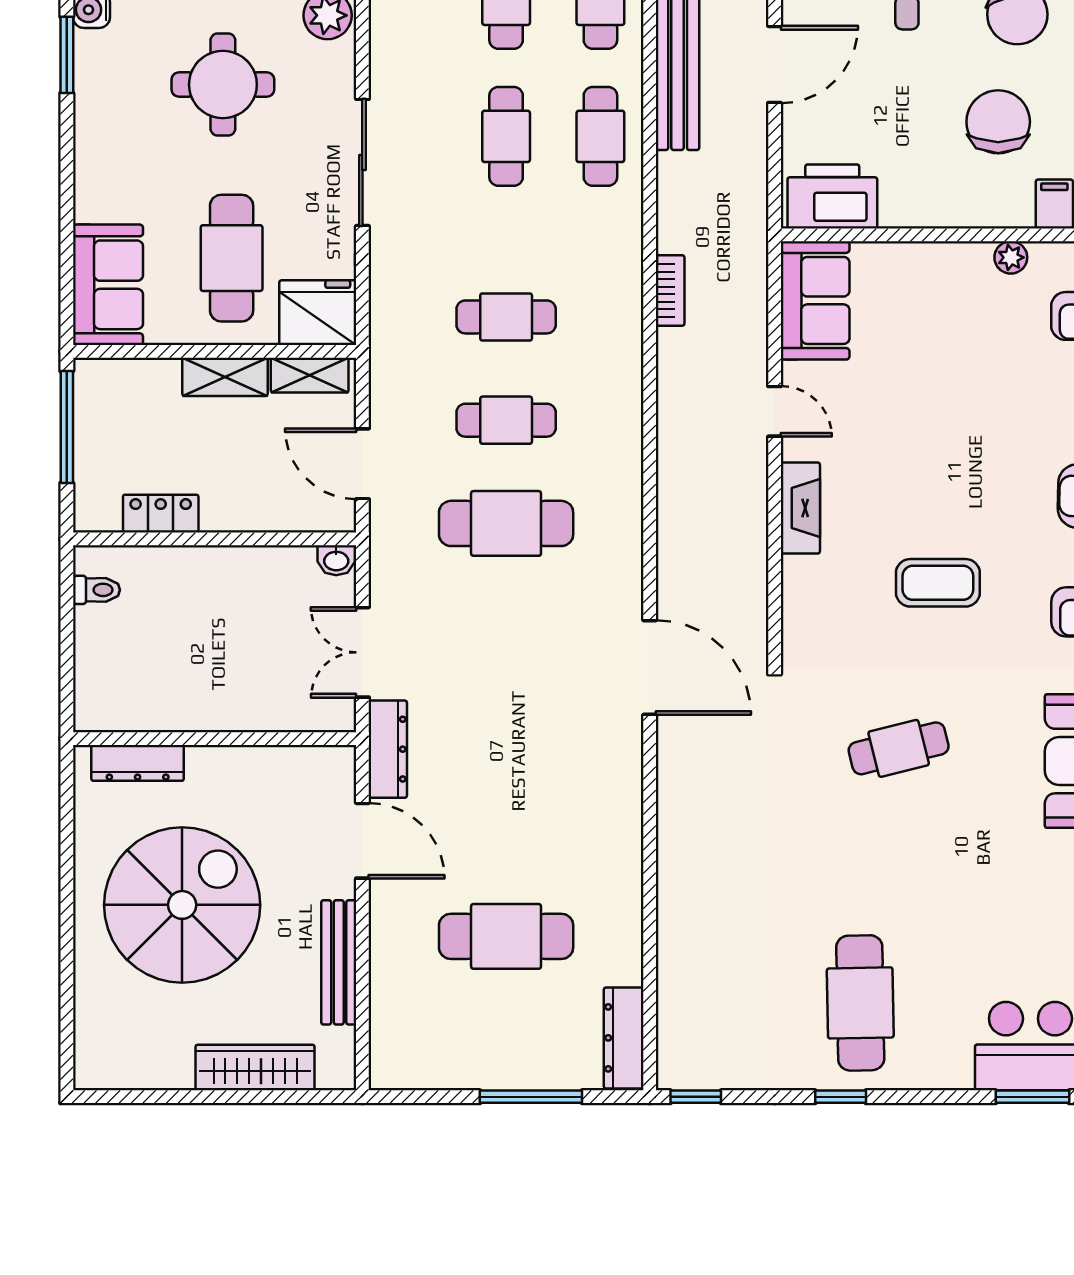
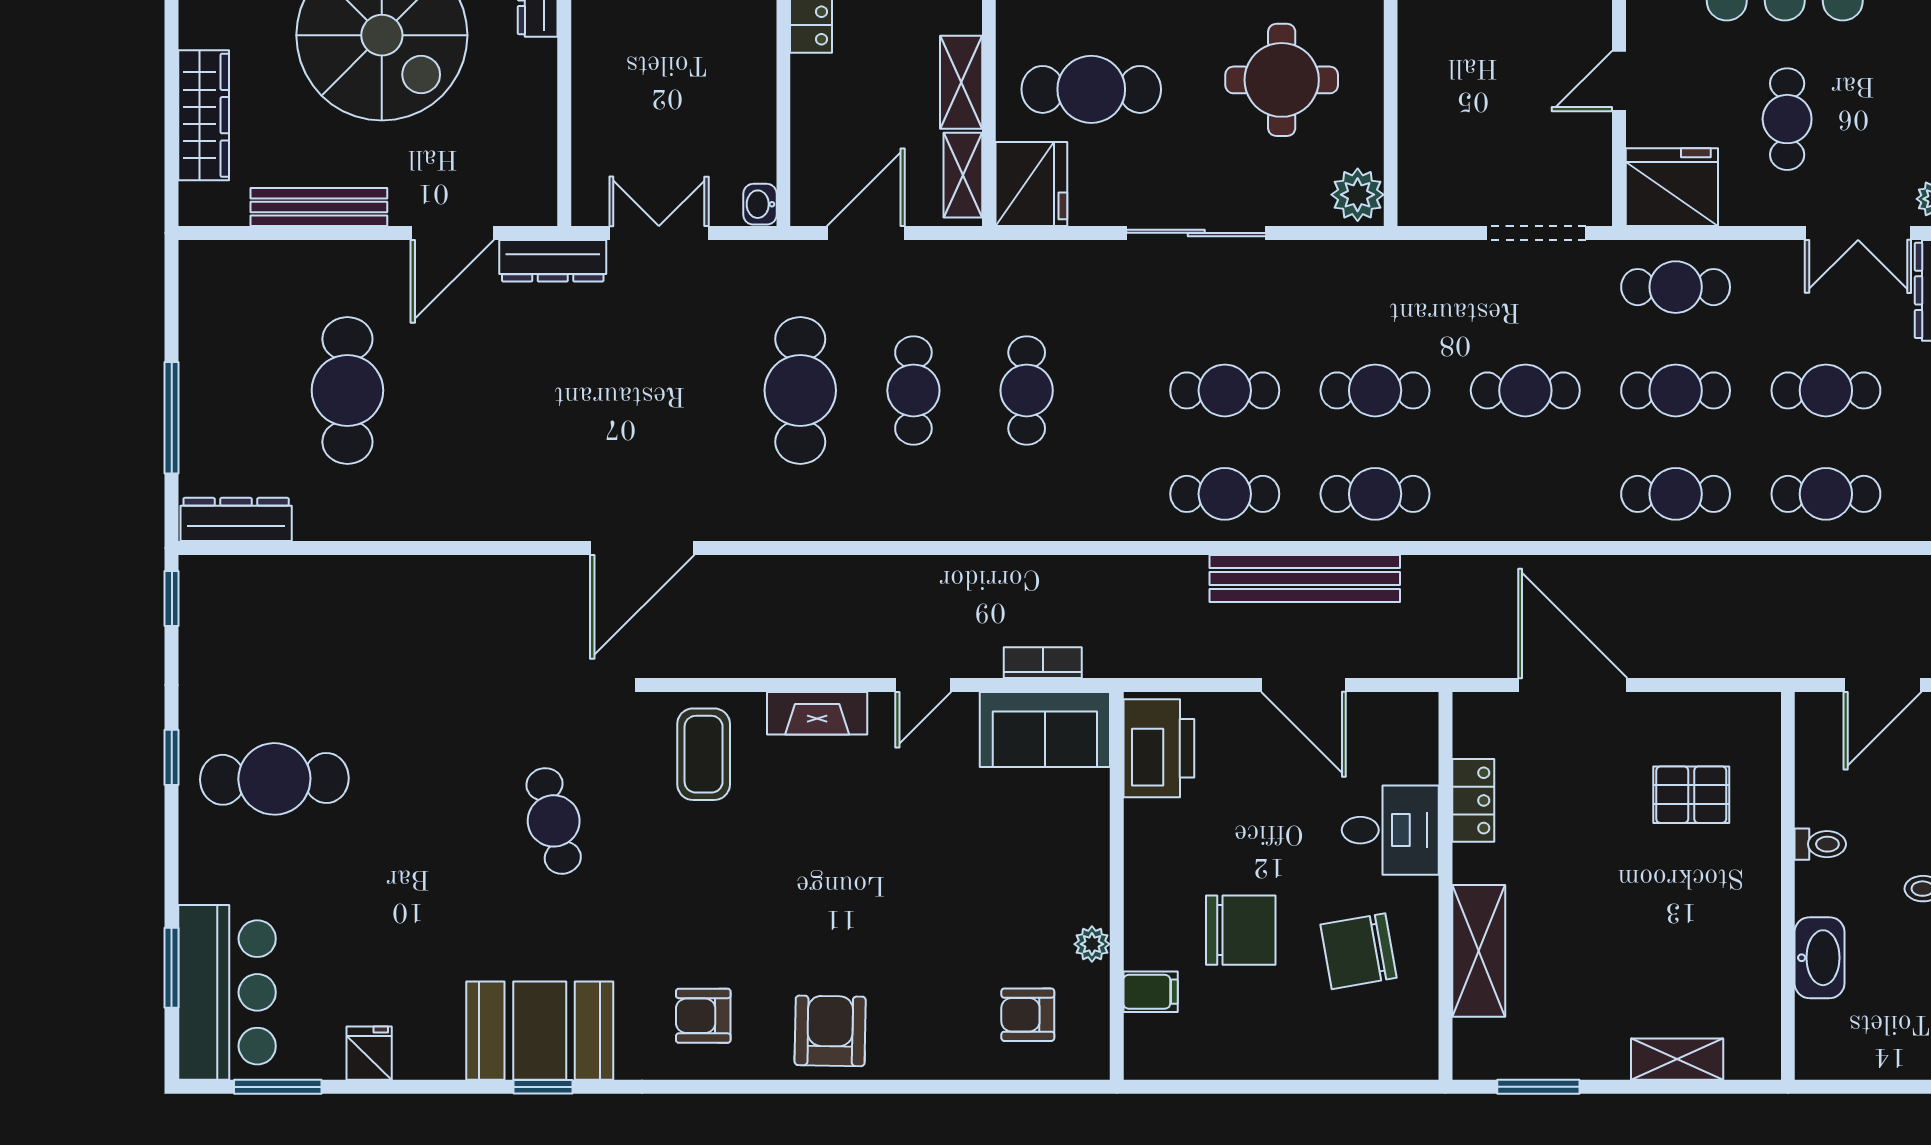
bookcase: (670, 290) -> (1043, 663), moved, turned 180
coffee table: (938, 583) -> (704, 754), moved

